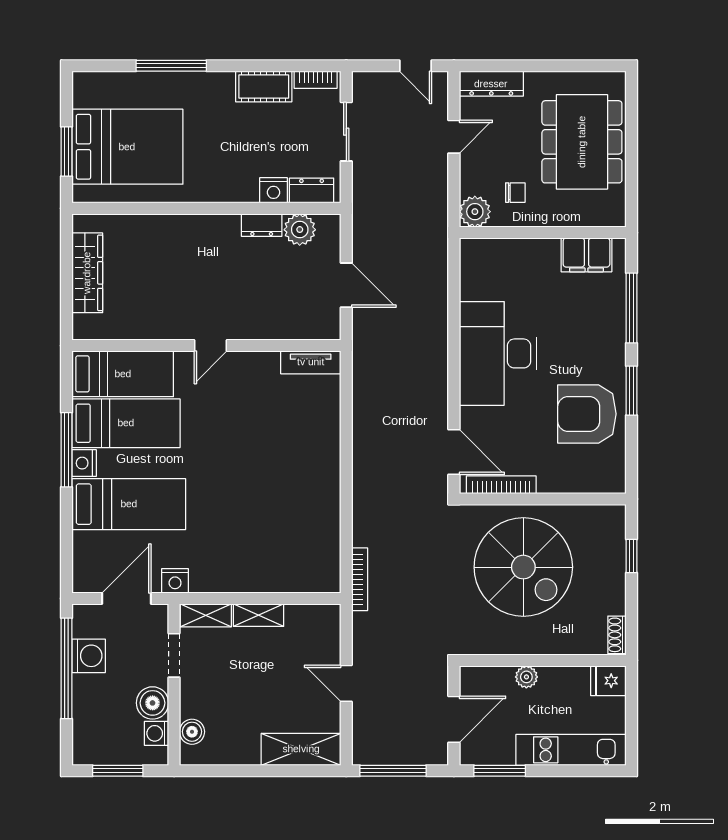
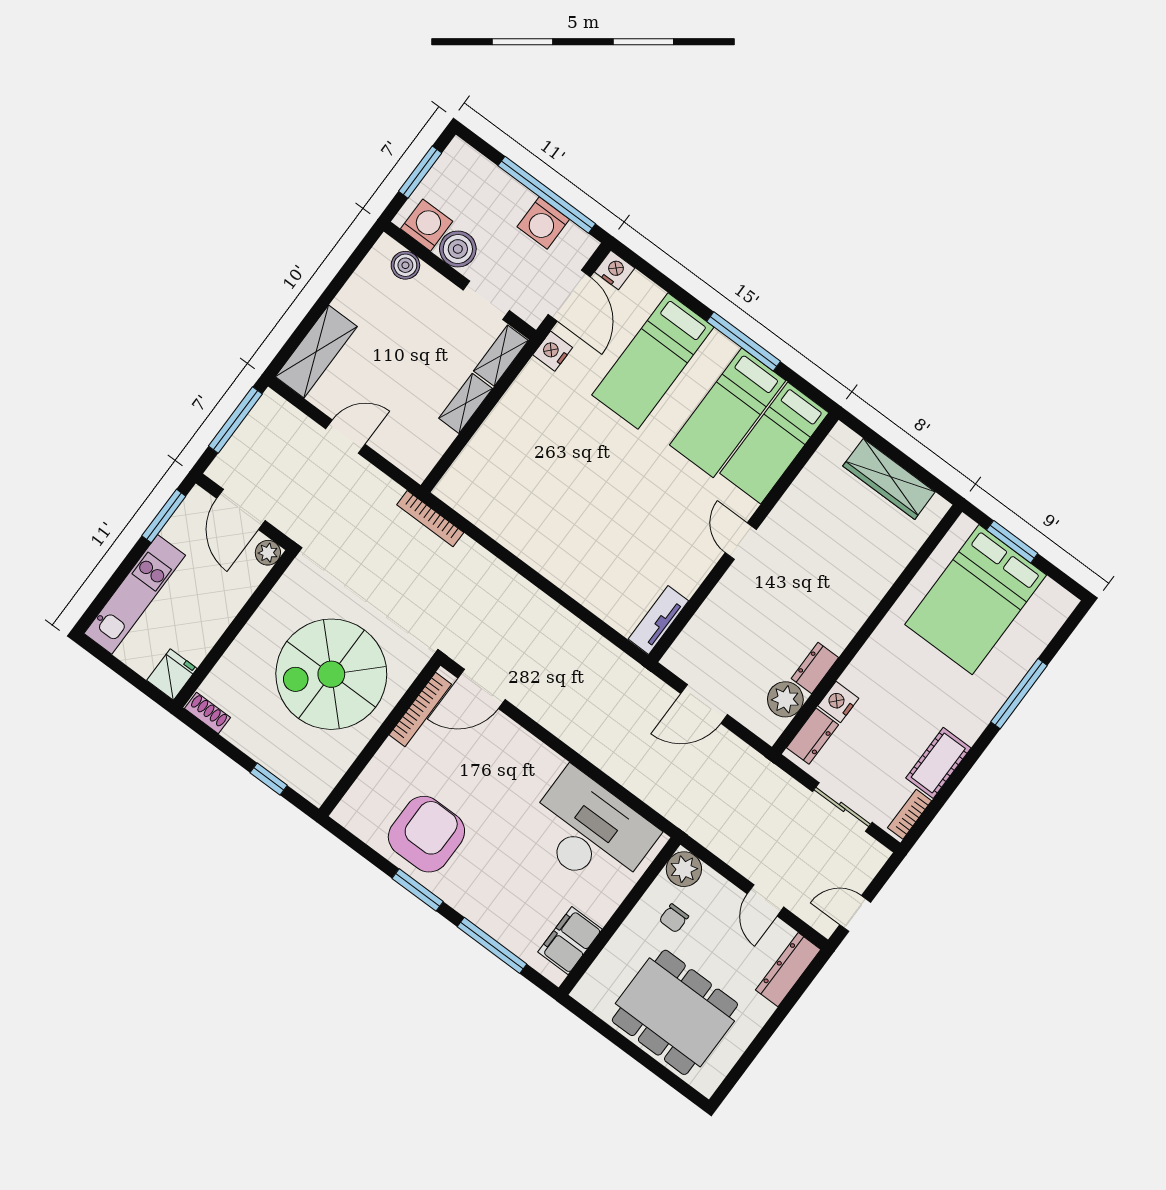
desk: (498, 353) -> (590, 832), moved
nightstand: (84, 463) -> (615, 270), moved
plant: (526, 677) -> (268, 553), moved
washing machine: (157, 733) -> (427, 225), width x1.38, depth x1.38

